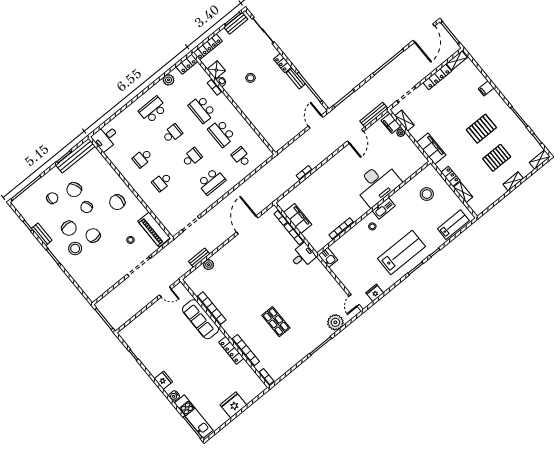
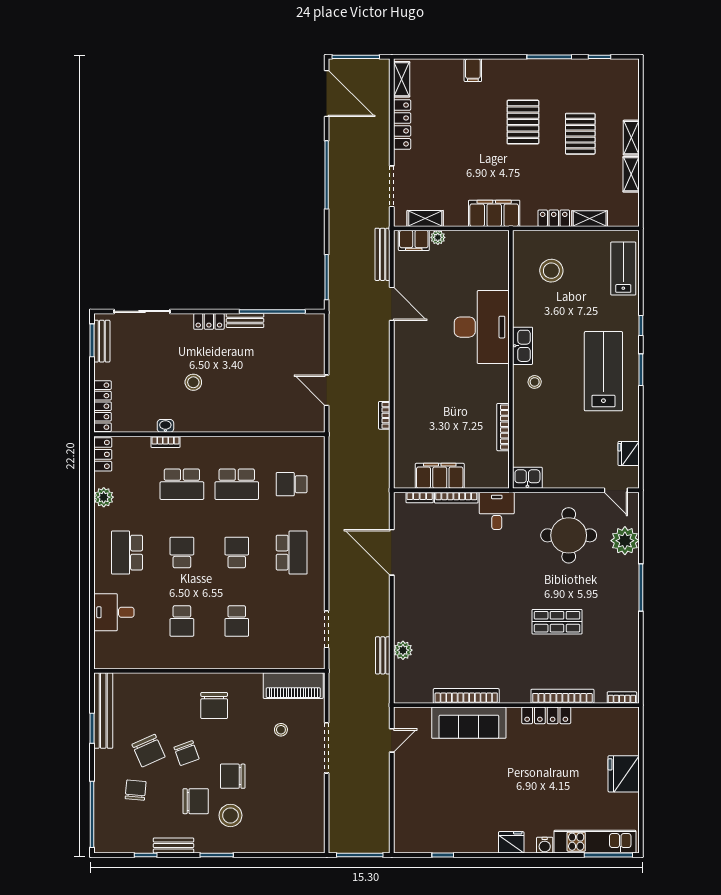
shower: (216, 70) -> (144, 421), removed
door: (316, 122) -> (327, 390), moved
desk: (106, 138) -> (114, 612), moved, turned 90
shelving: (540, 160) -> (631, 174), moved
round table: (318, 296) -> (569, 535), added

